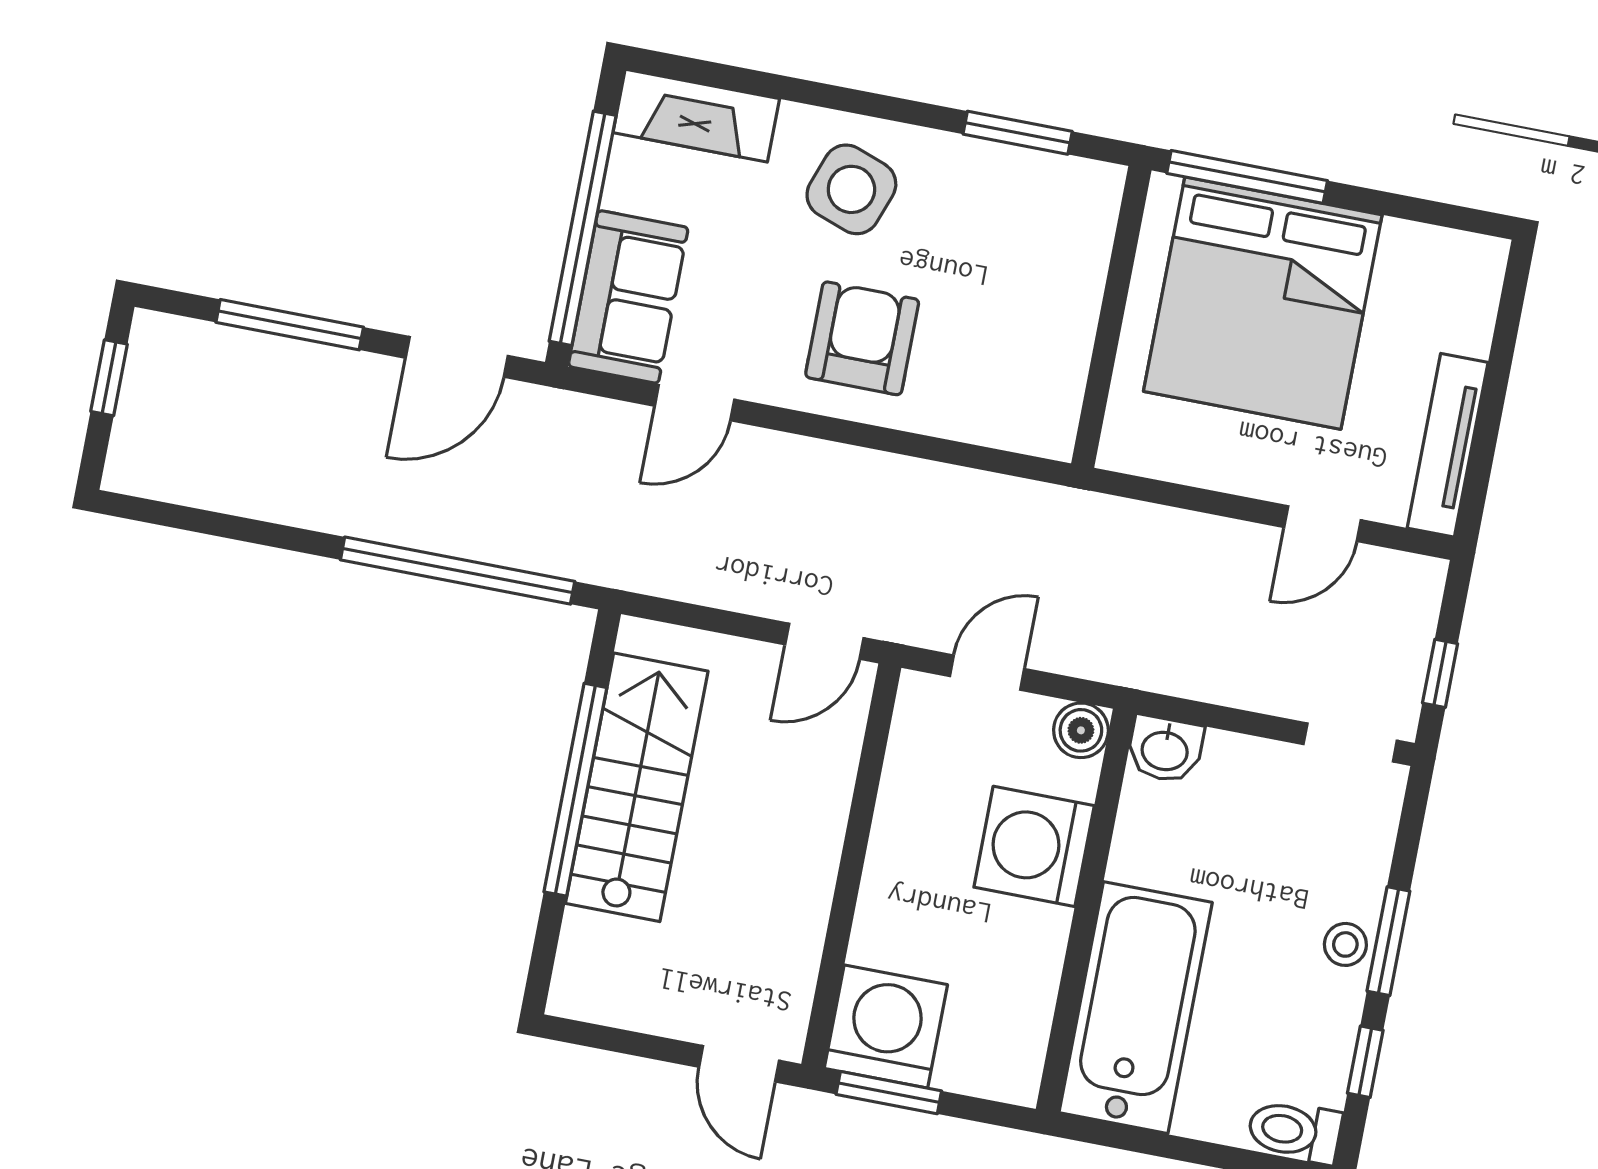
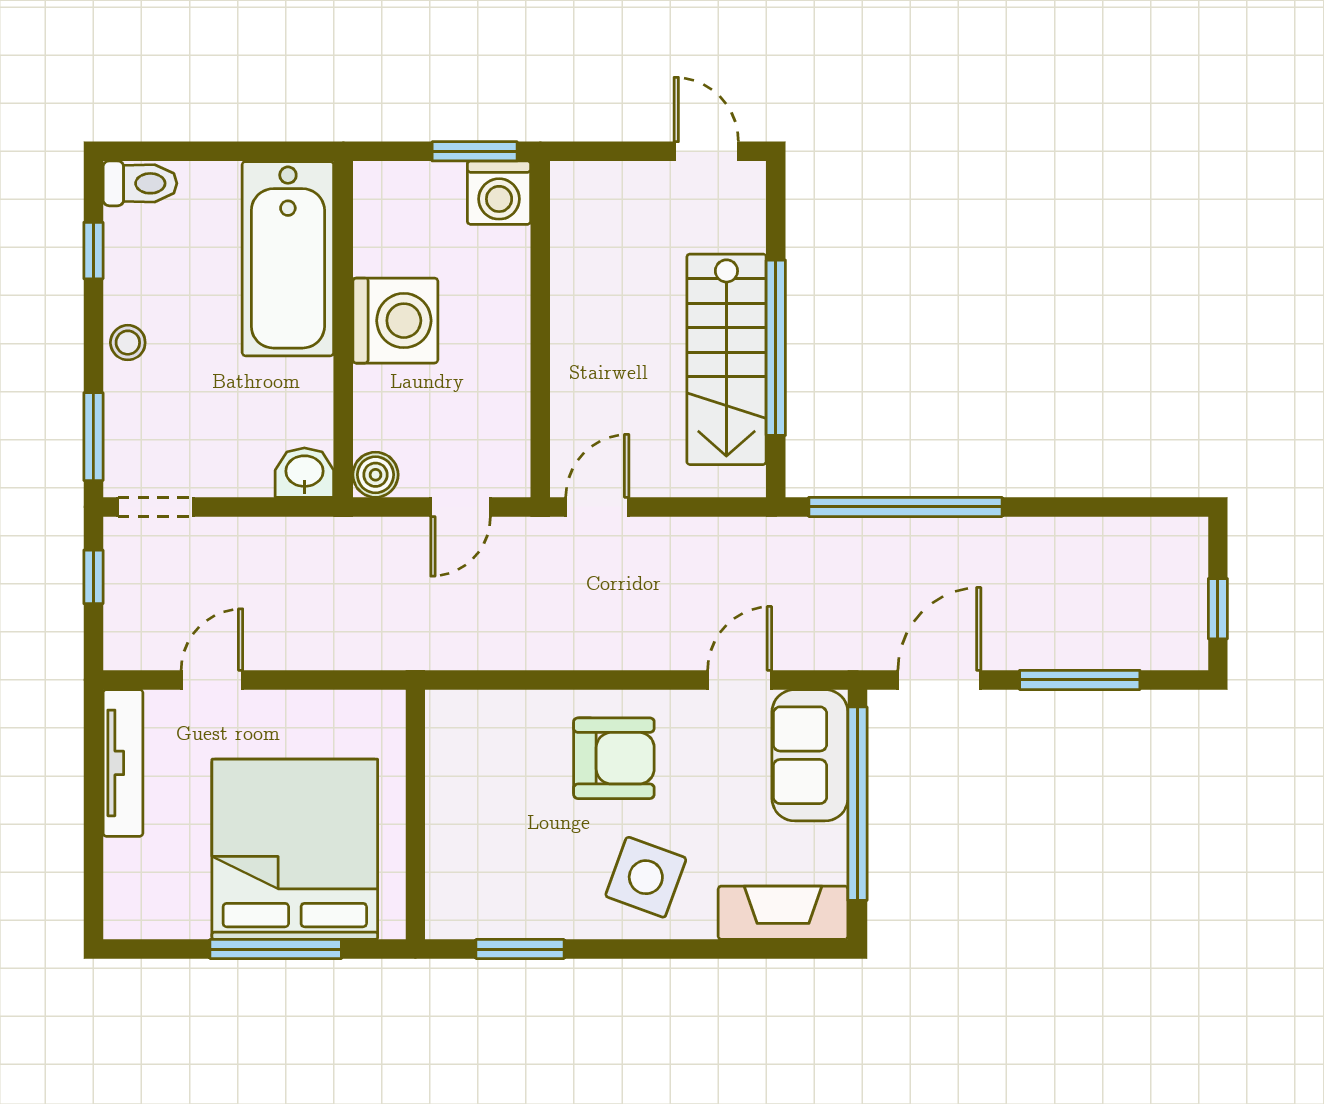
window: (1247, 177) -> (276, 949), moved
armchair: (862, 338) -> (614, 758), turned -90
washing machine: (1034, 846) -> (395, 321), moved
window: (1388, 941) -> (93, 437), moved
washing machine: (886, 1027) -> (499, 193), width x0.73, depth x0.73
door: (739, 1064) -> (706, 151), moved

